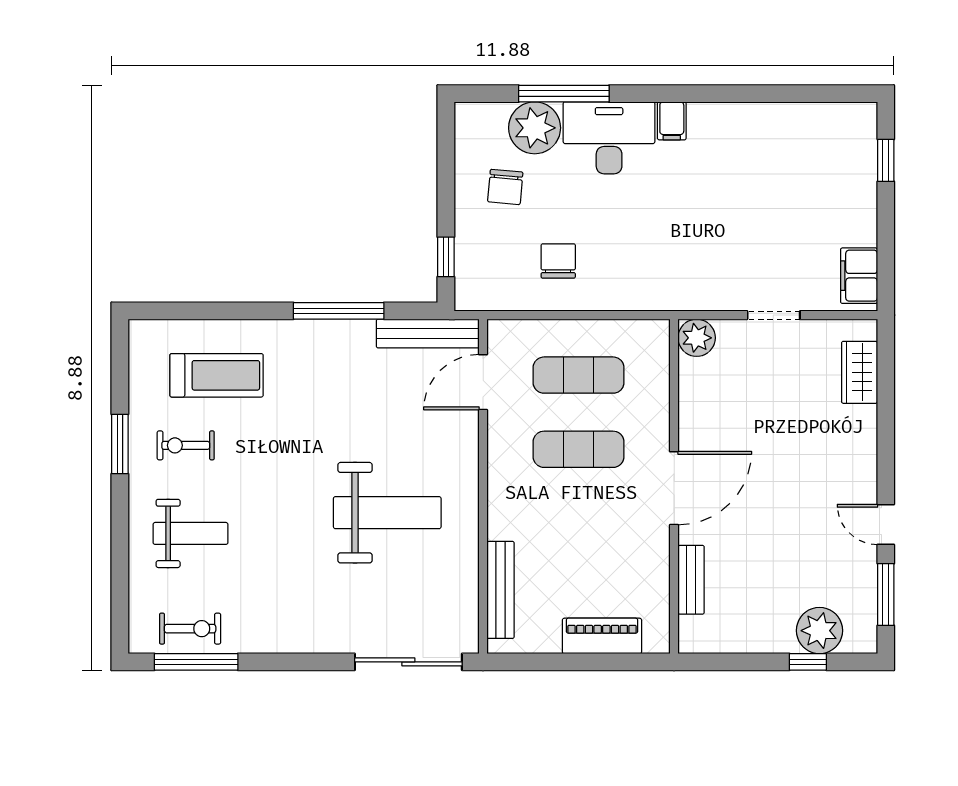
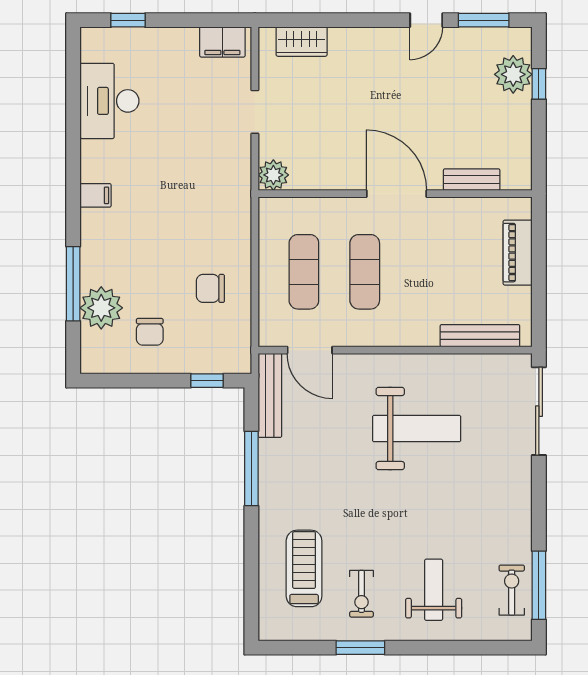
desk: (609, 138) -> (109, 101), moved
chair: (505, 187) -> (150, 332), turned 85
weight bench: (387, 513) -> (417, 429), turned 90

